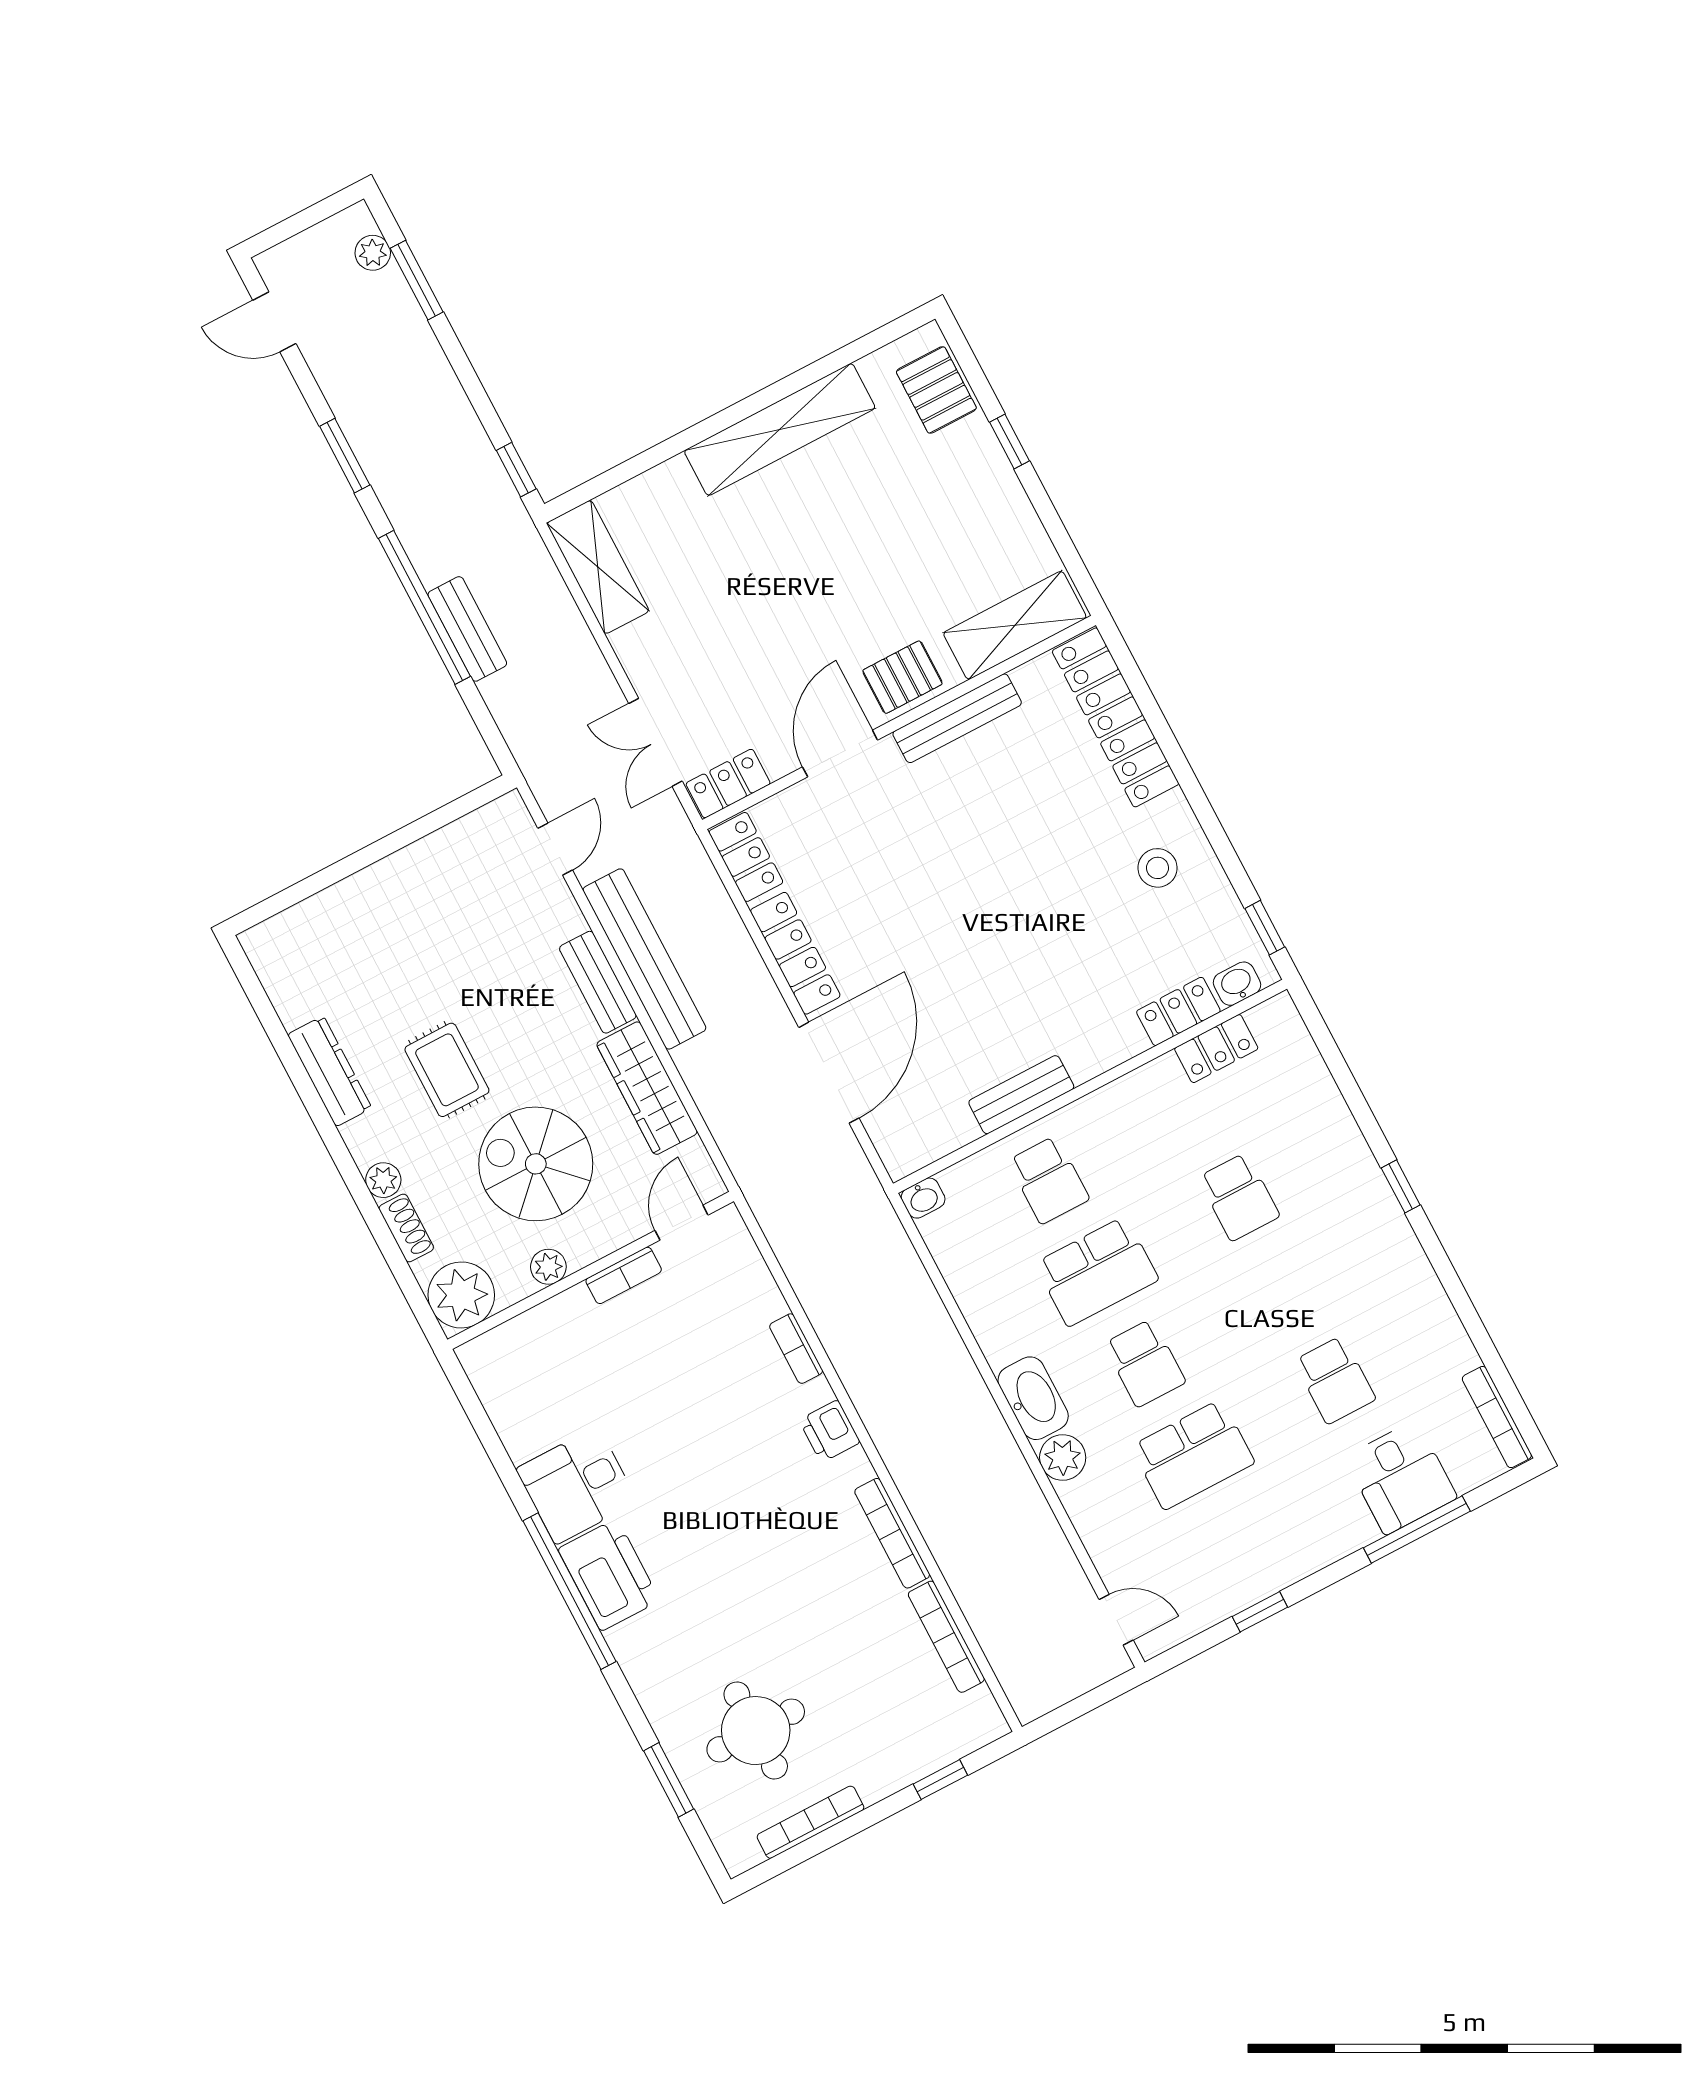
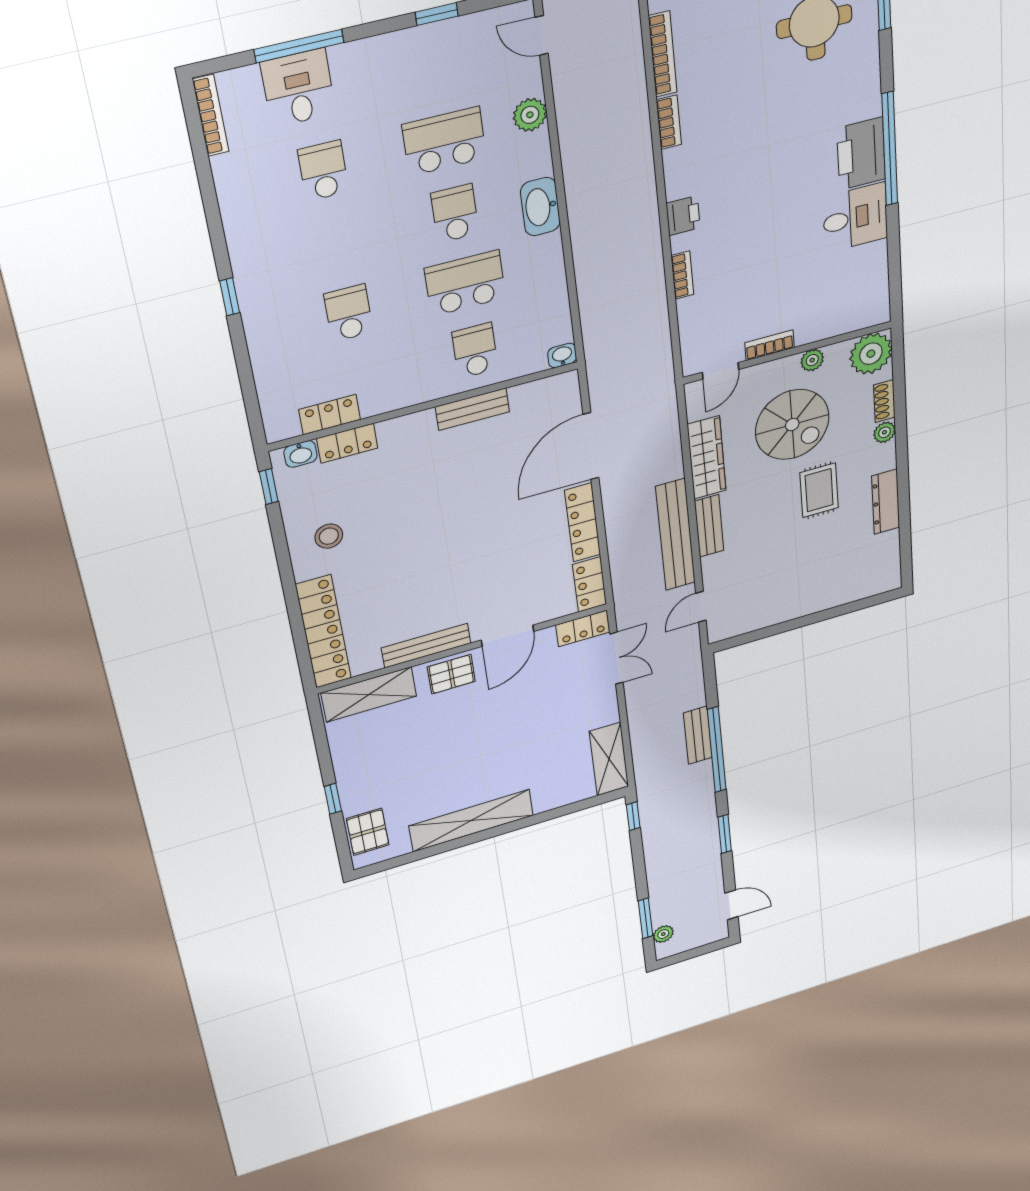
plant: (1063, 1457) -> (530, 115), moved
bookcase: (892, 1533) -> (669, 122), width x0.64

